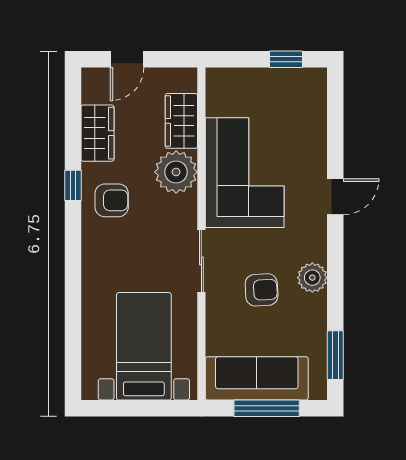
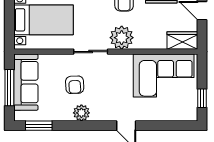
wardrobe: (181, 121) -> (182, 41), moved
plant: (176, 172) -> (122, 38), moved
corner sofa: (245, 173) -> (164, 76), moved

